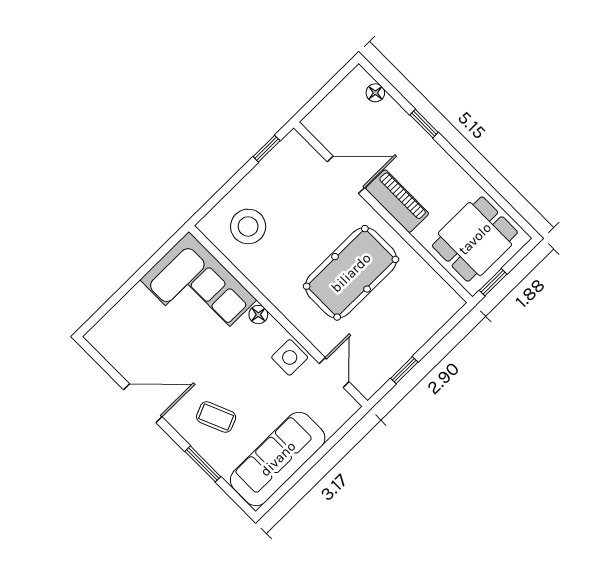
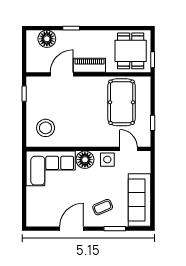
floor lamp: (375, 93) -> (47, 39), width x1.89, depth x1.89
pool table: (351, 273) -> (122, 102), moved
floor lamp: (258, 315) -> (85, 160), width x1.89, depth x1.89

